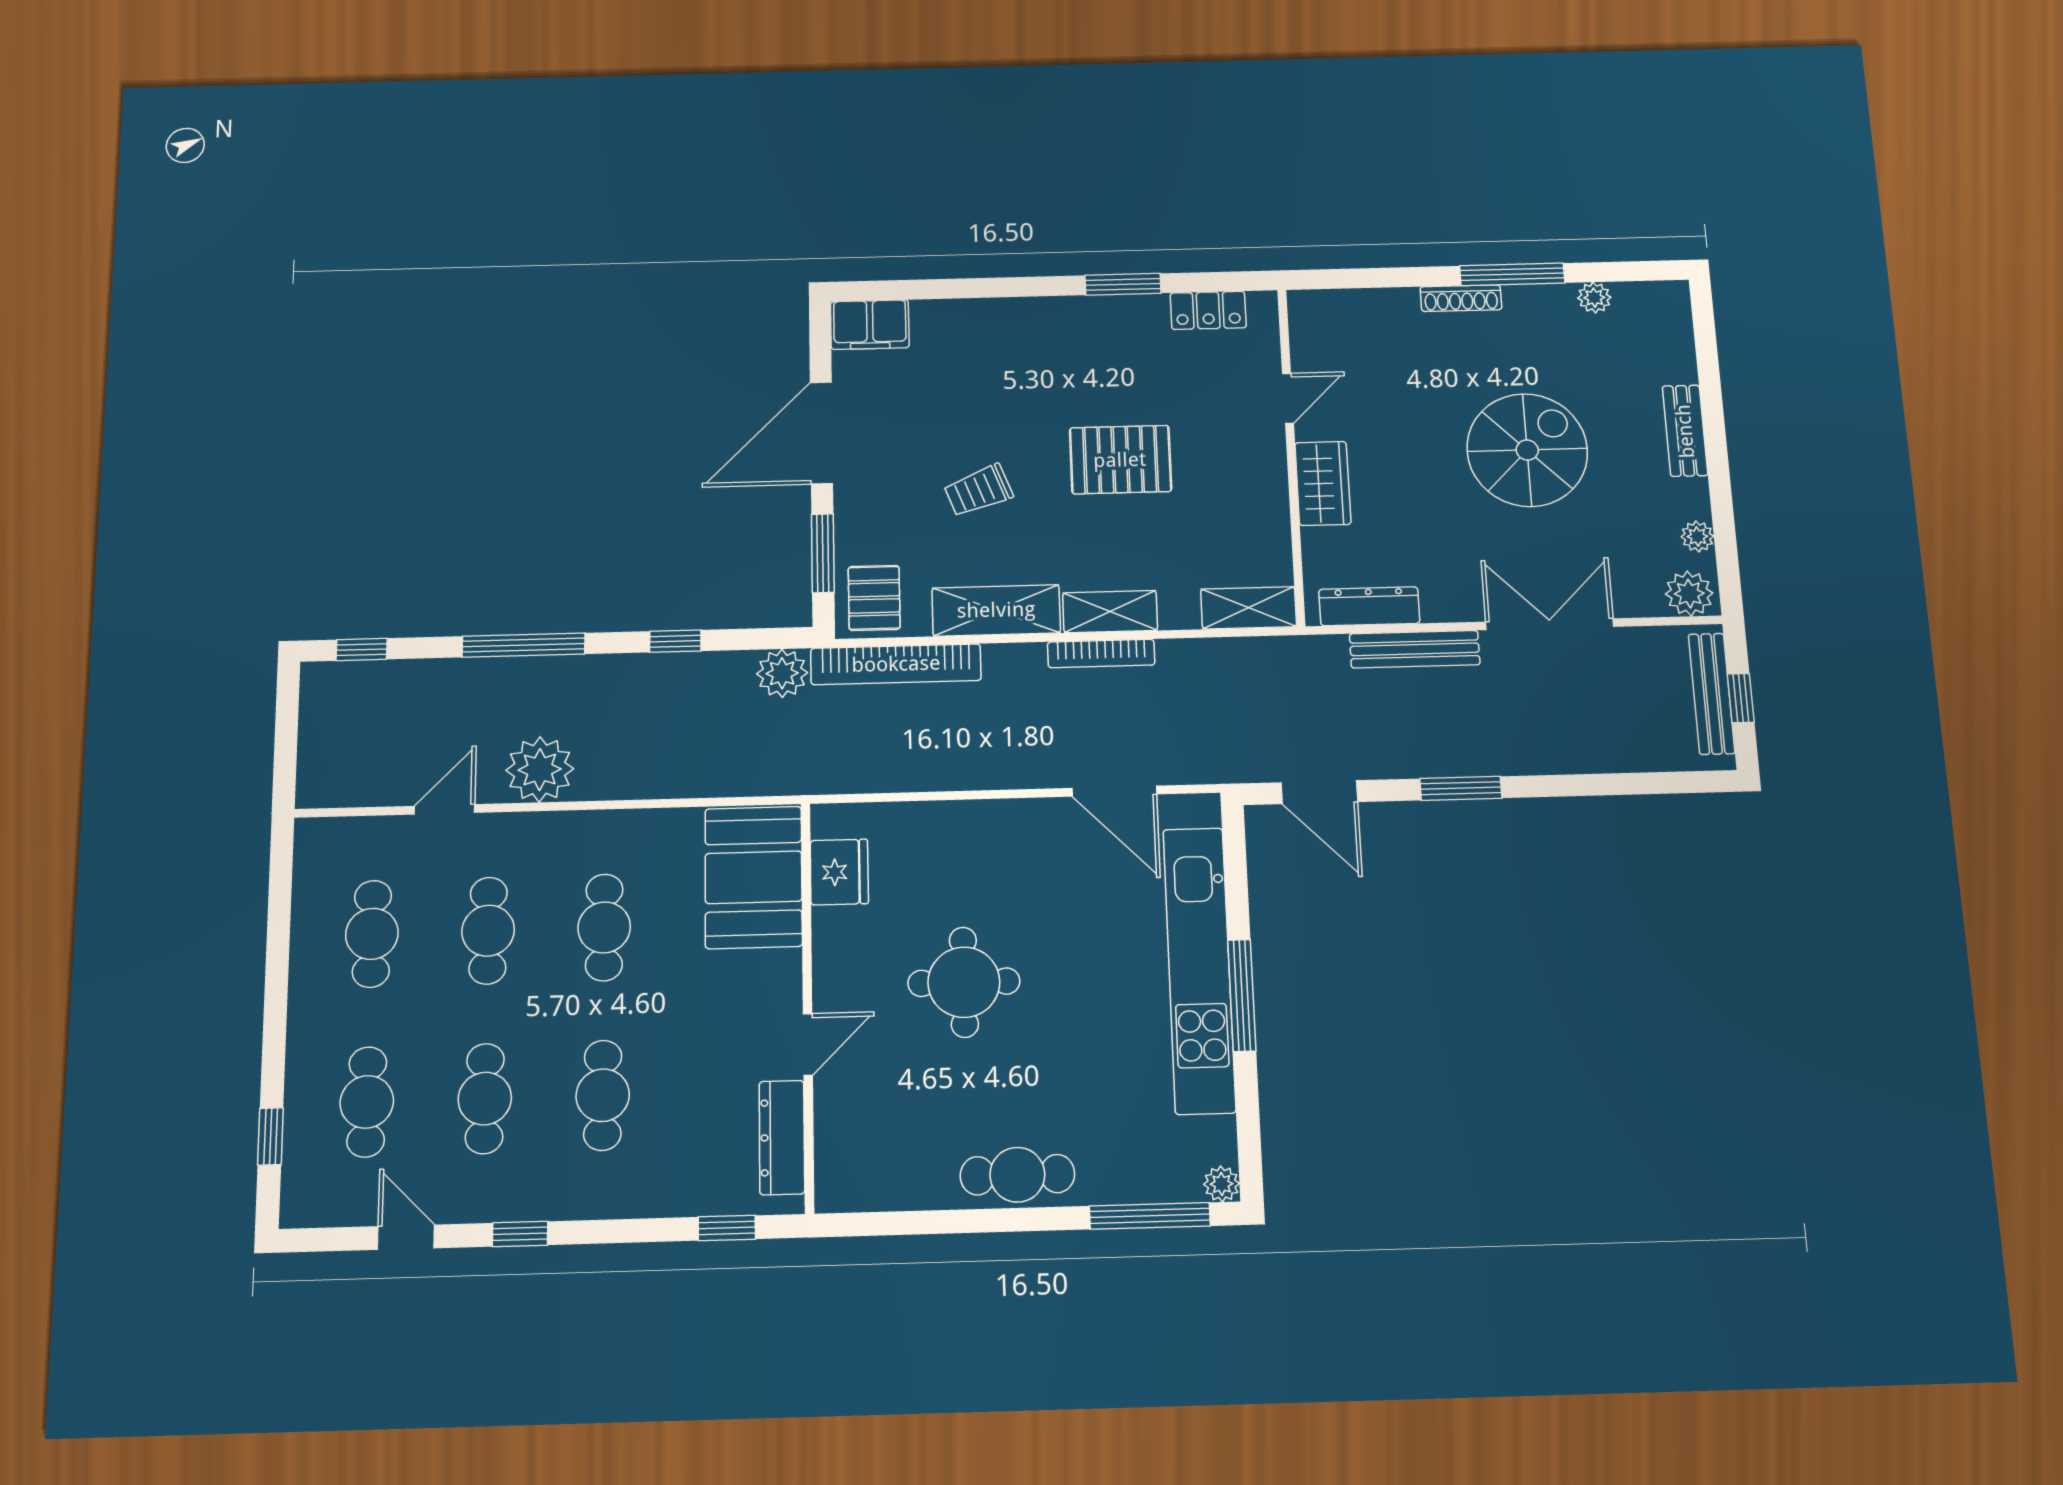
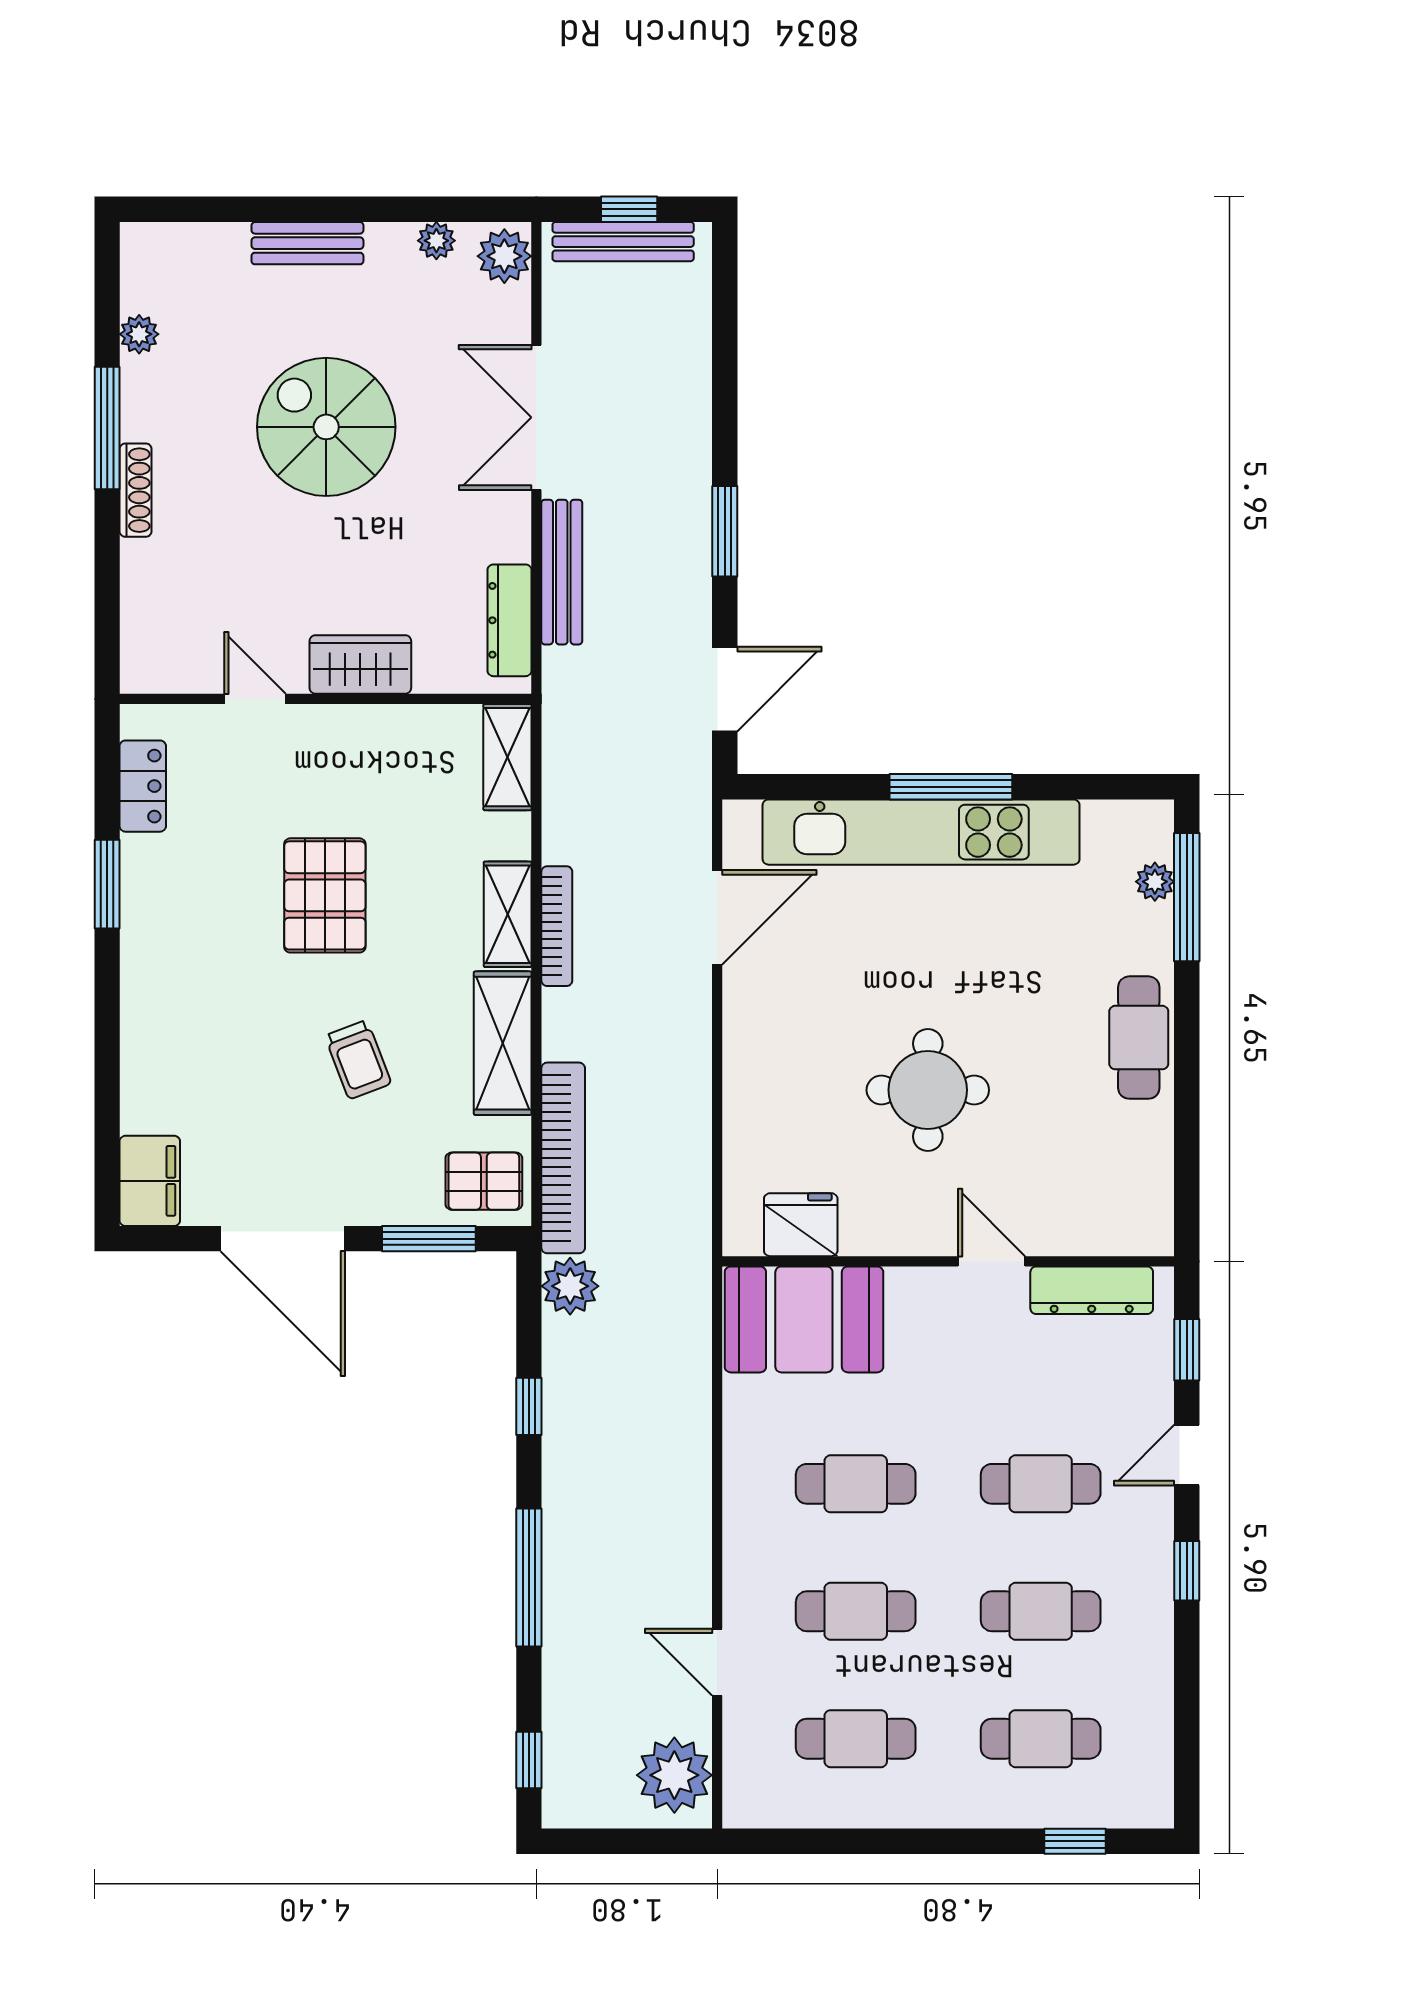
plant: (540, 769) -> (674, 1775), moved
plant: (1222, 1184) -> (1155, 882), moved
door: (406, 1237) -> (1187, 1455), moved

